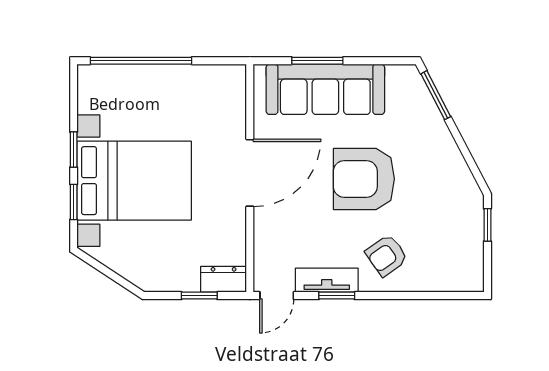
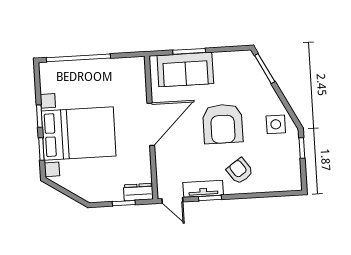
sofa: (325, 89) -> (185, 70), width x0.73
armchair: (364, 179) -> (223, 124), turned -90
side table: (448, 185) -> (276, 124), added
armchair: (387, 255) -> (240, 171), turned 90
door: (277, 296) -> (172, 200), hinge flipped

